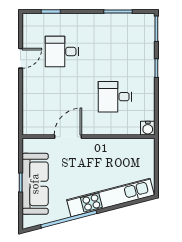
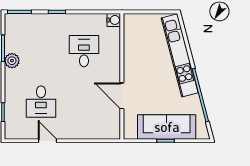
plant: (105, 21) -> (12, 61), added
desk: (115, 97) -> (84, 51), turned 180

